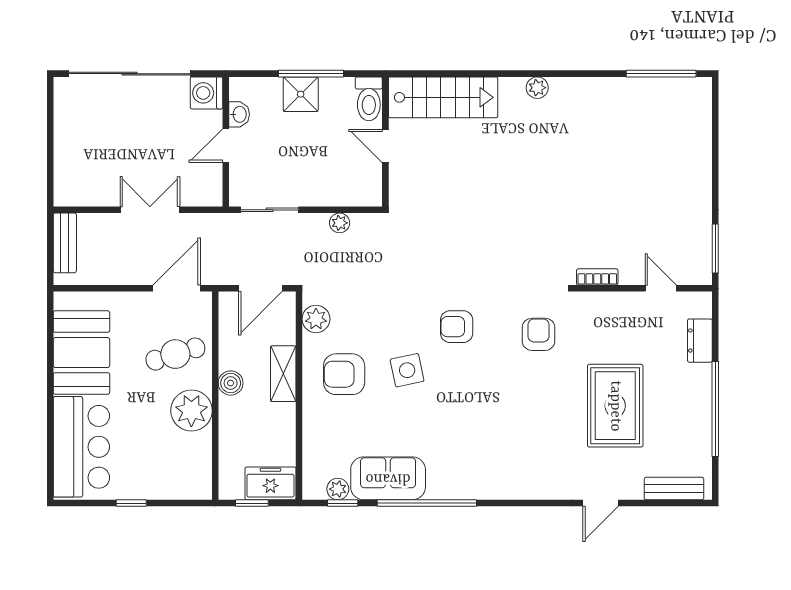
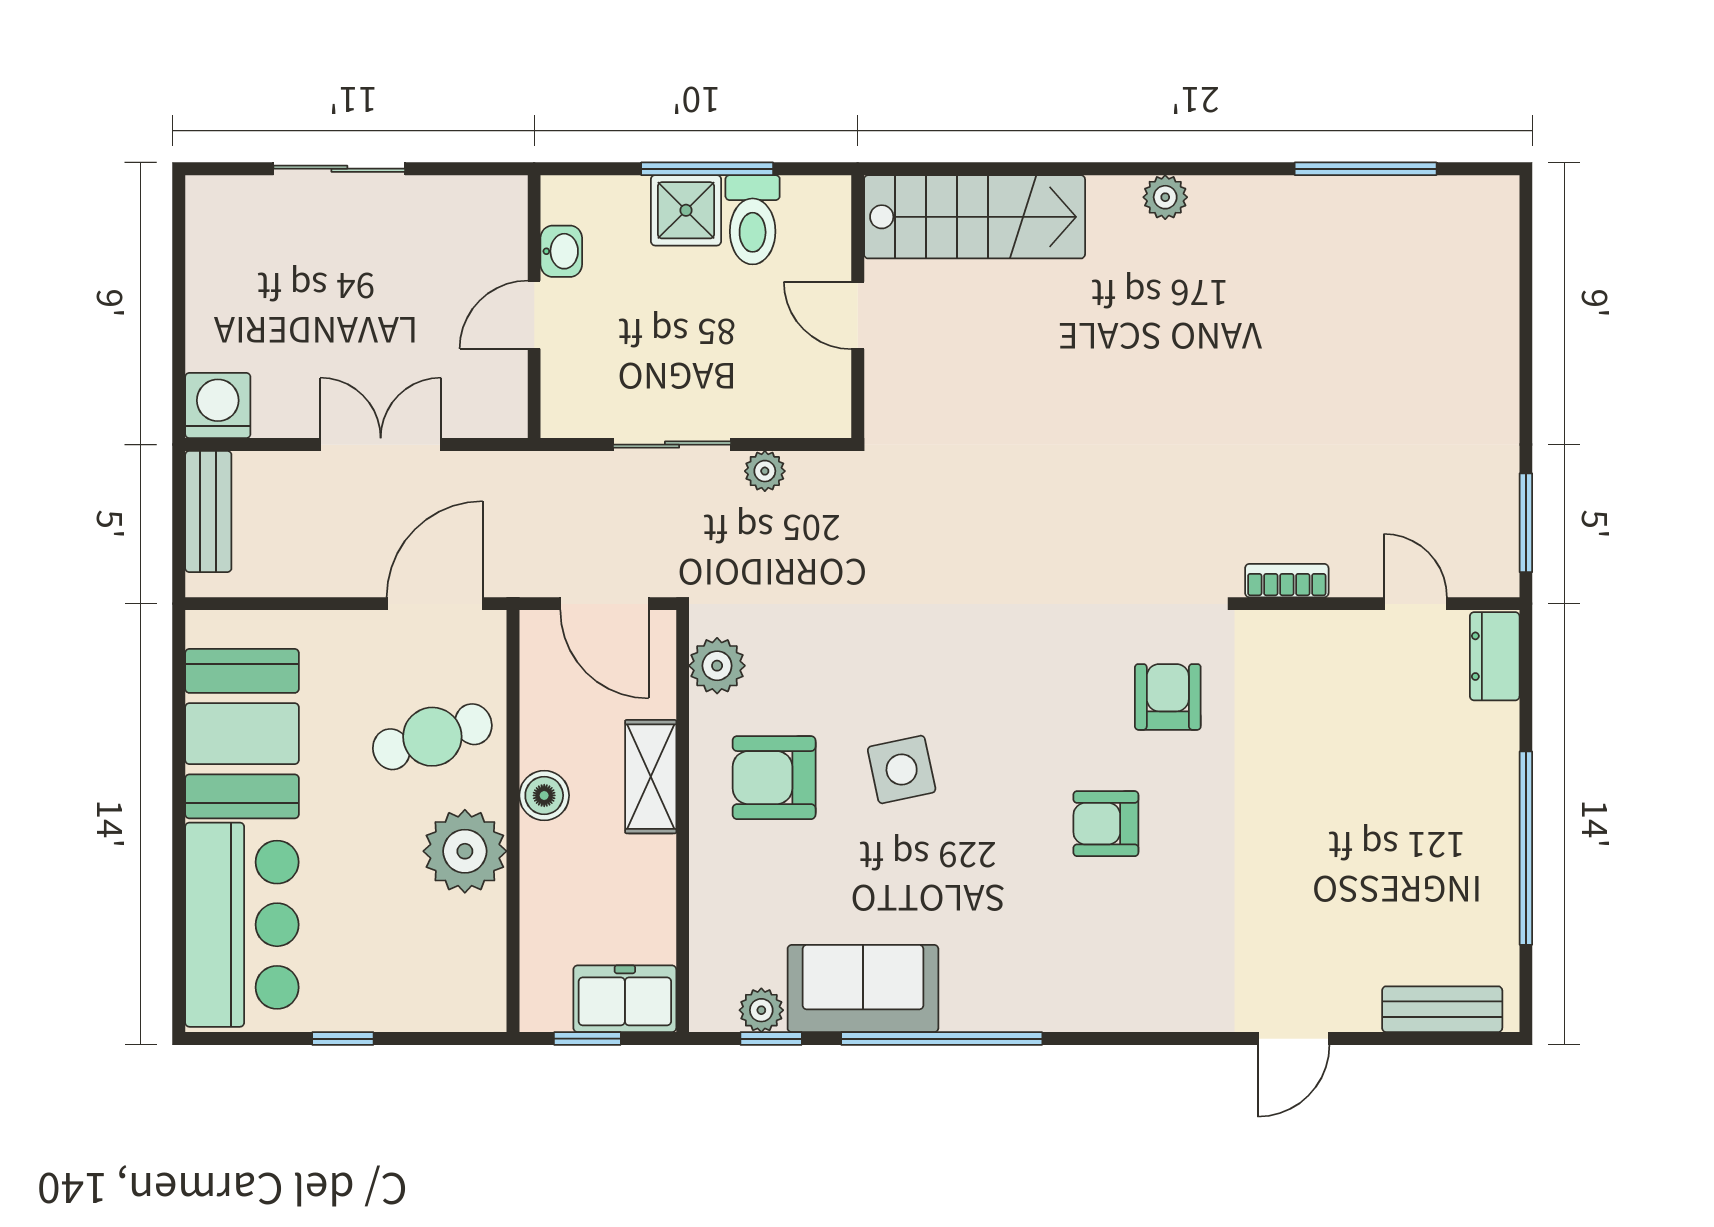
sliding door: (130, 74) -> (339, 169), width x0.54
window: (661, 74) -> (1366, 169), moved
washing machine: (206, 93) -> (218, 406), moved, turned 90
toilet: (369, 99) -> (753, 220), moved
sliding door: (270, 210) -> (672, 445), moved
door: (260, 288) -> (605, 604), hinge flipped
armchair: (457, 327) -> (1106, 824), moved
dresser: (700, 341) -> (1495, 656), moved
rug: (615, 406) -> (1323, 841), removed

